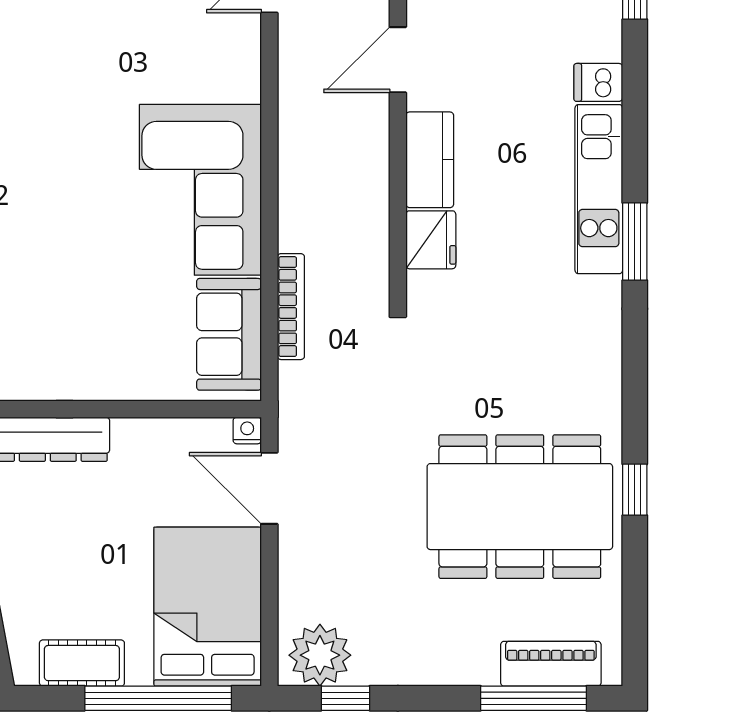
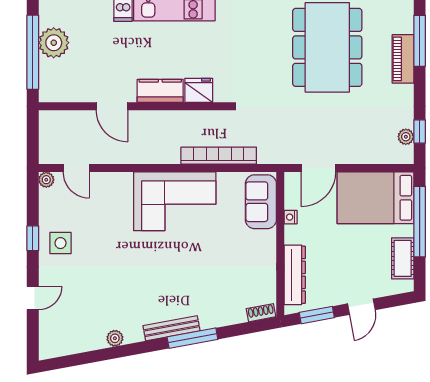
bookcase: (291, 307) -> (219, 156), width x1.48, depth x1.31
sofa: (229, 334) -> (261, 202), moved, turned 90
nightstand: (247, 430) -> (291, 217), moved
plant: (320, 655) -> (406, 137), width x0.53, depth x0.53
piano: (551, 664) -> (403, 59), moved

